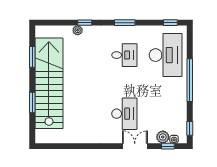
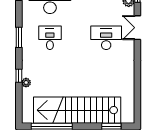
window: (32, 57) -> (52, 126), width x2.11
window: (32, 102) -> (111, 126), moved

